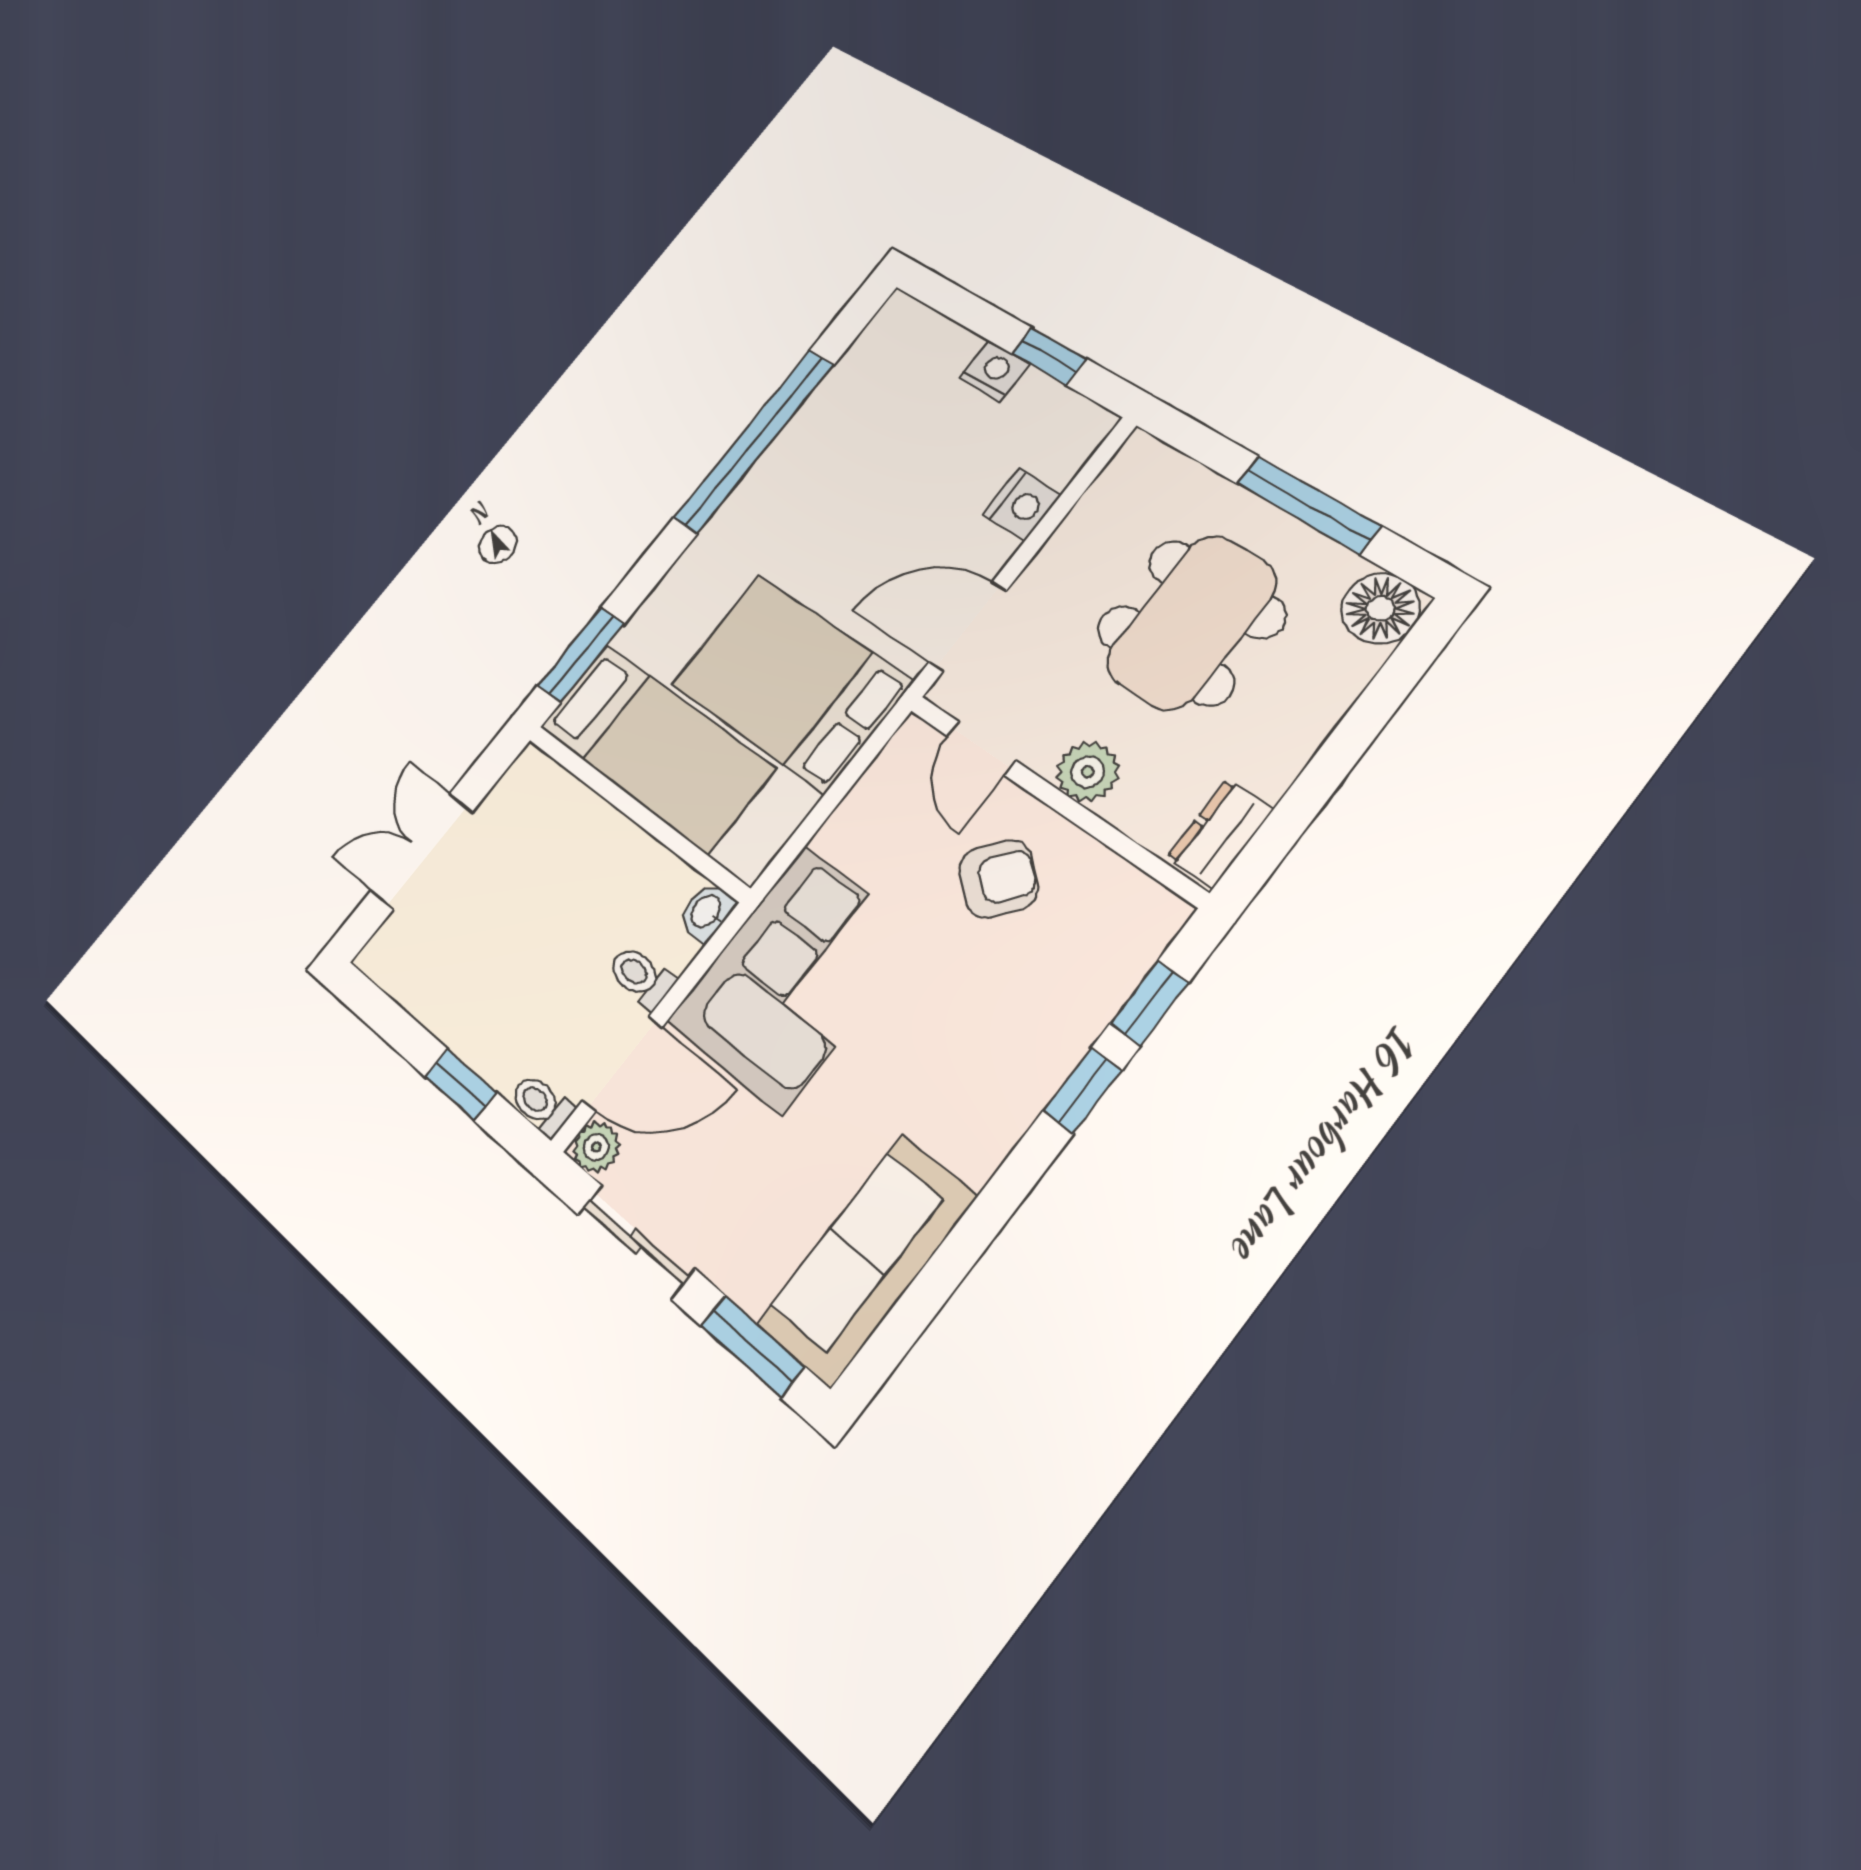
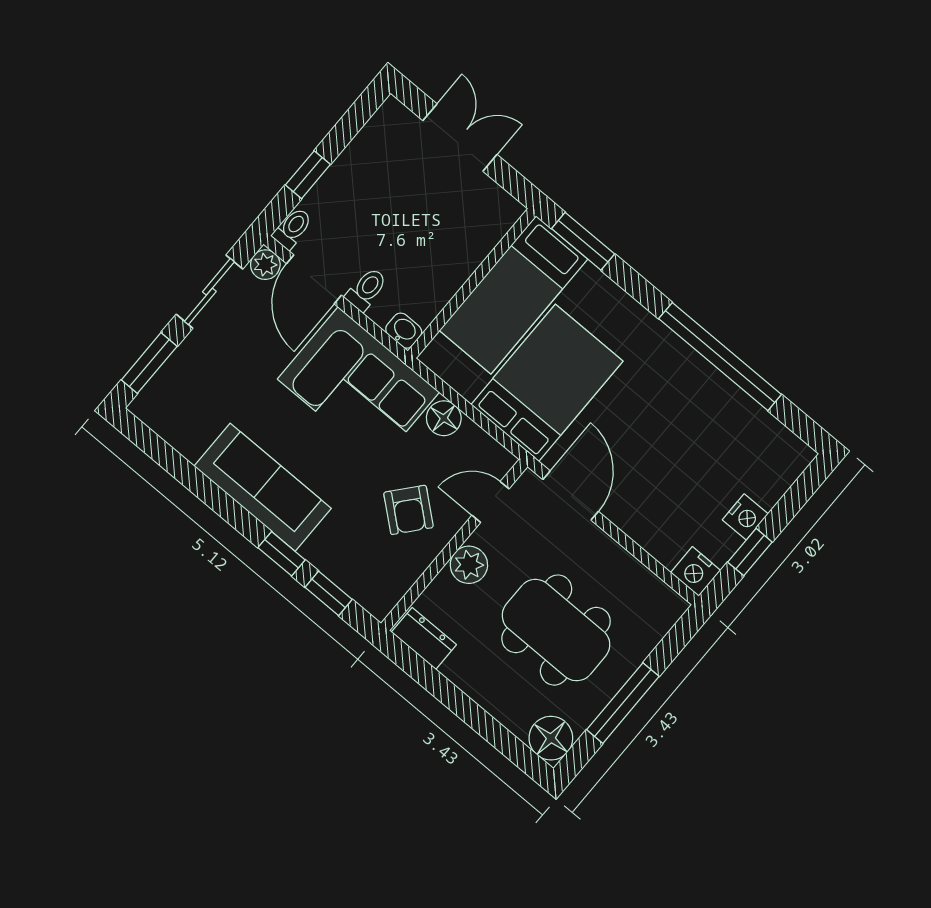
nightstand: (1022, 505) -> (696, 571), moved
floor lamp: (846, 835) -> (444, 418), added
sofa: (867, 1260) -> (263, 487), moved

